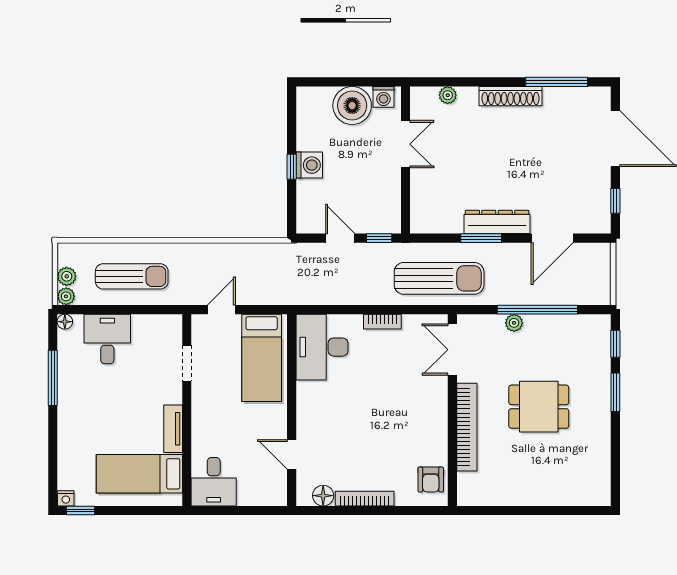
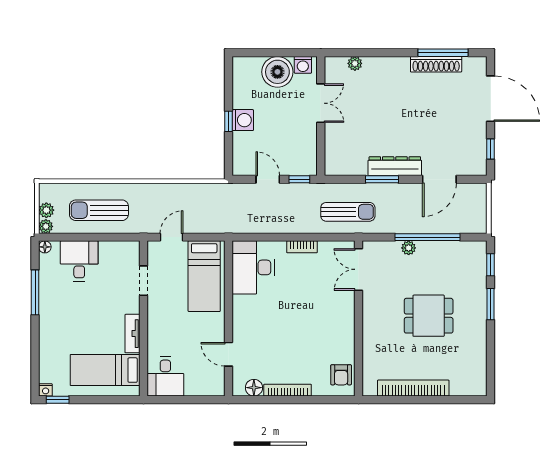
shoe rack: (510, 96) -> (436, 64), moved
sun lounger: (132, 276) -> (99, 210), turned 180
sun lounger: (439, 278) -> (348, 212), width x0.73, depth x0.75
bookcase: (467, 427) -> (413, 388), moved, turned -90

